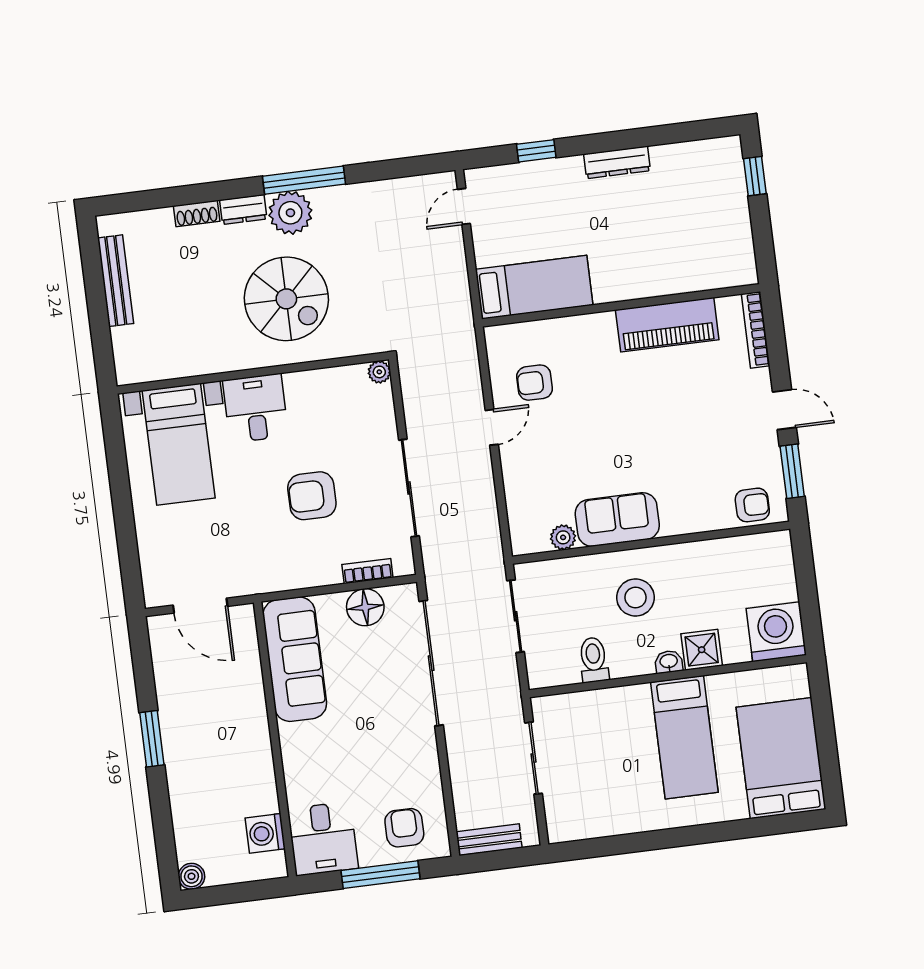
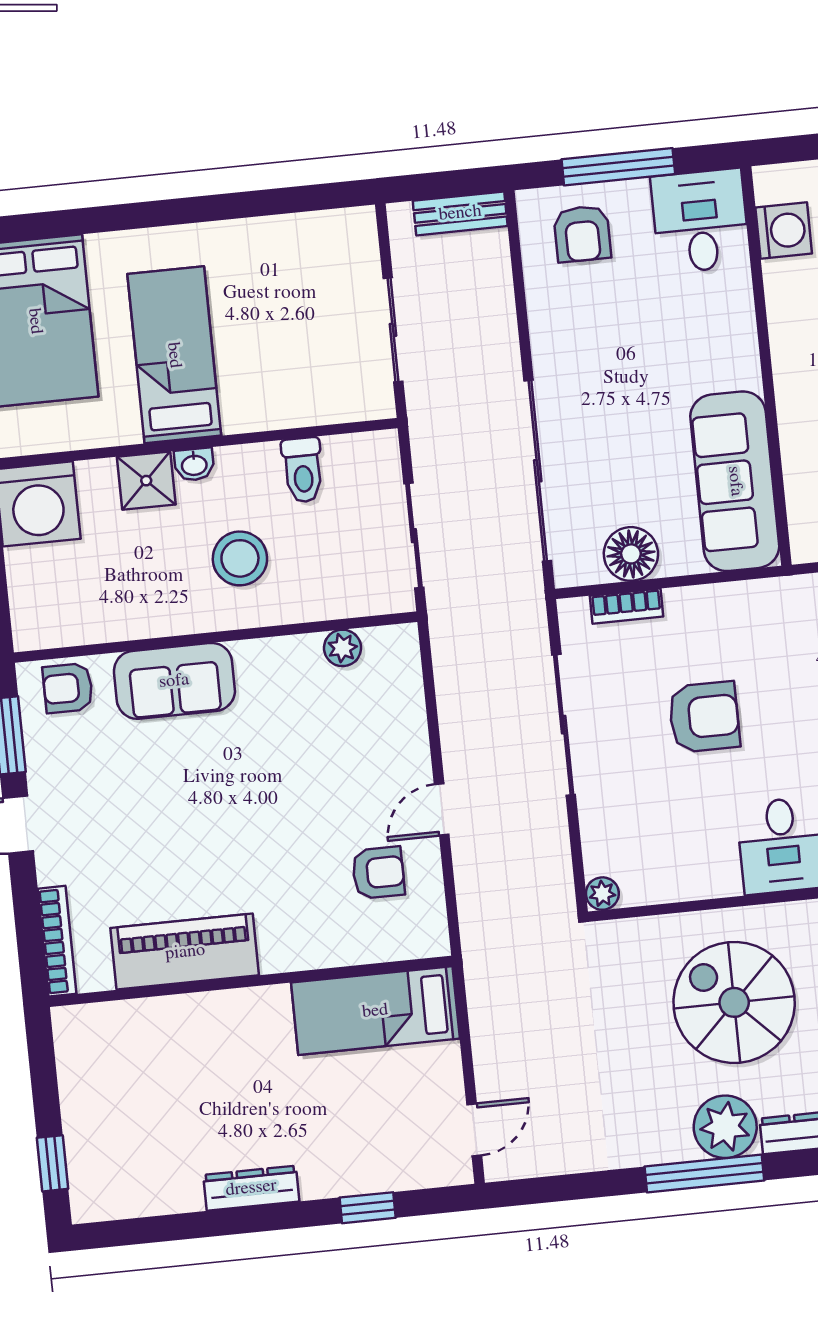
sofa: (617, 519) -> (174, 681), moved

